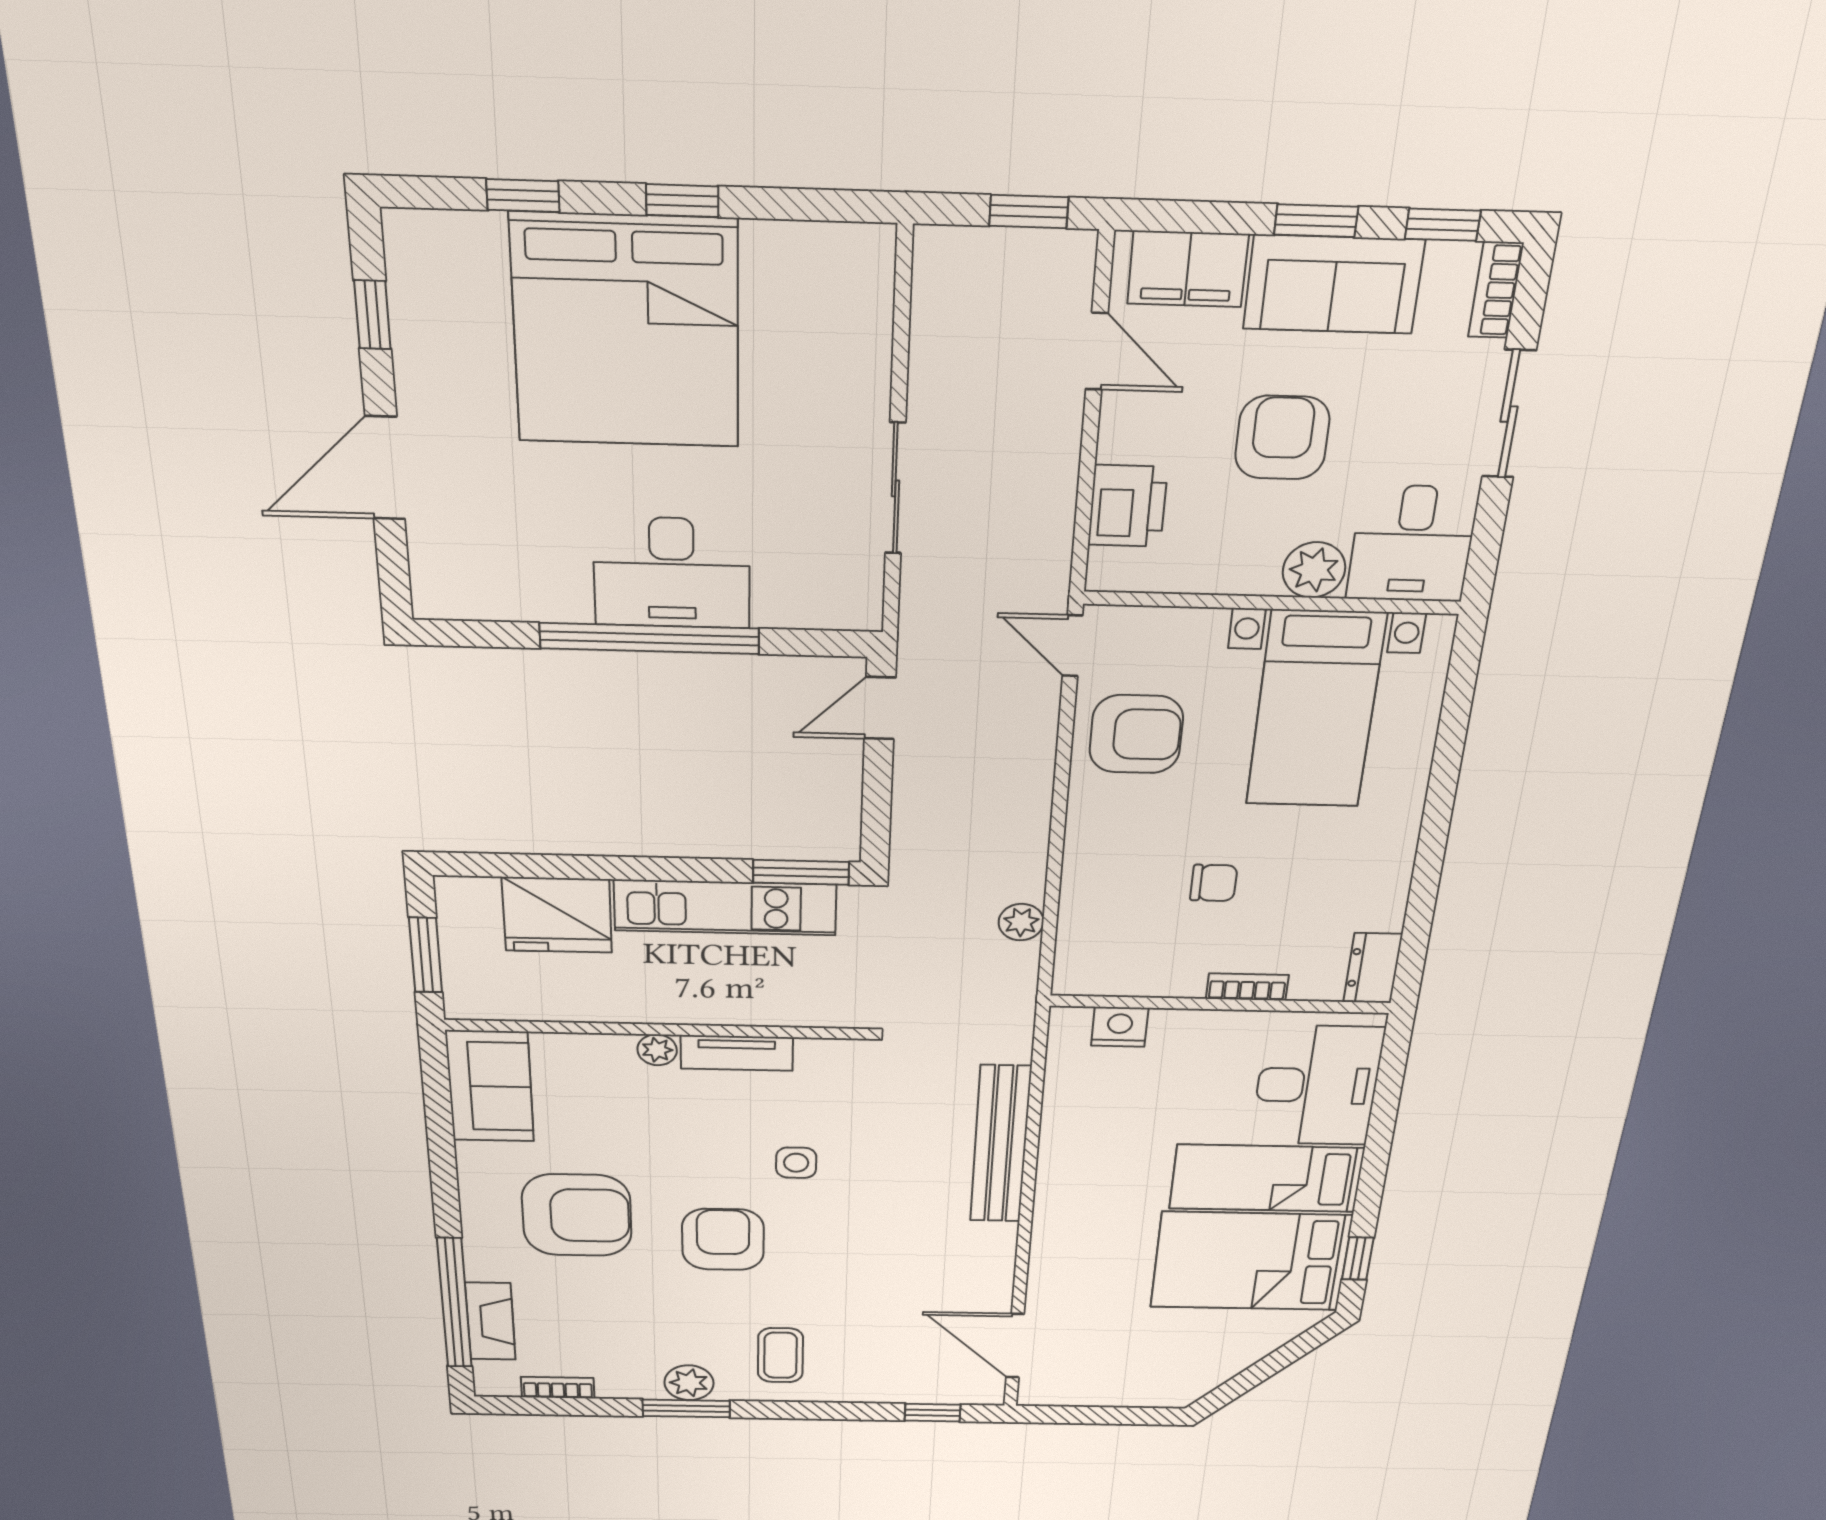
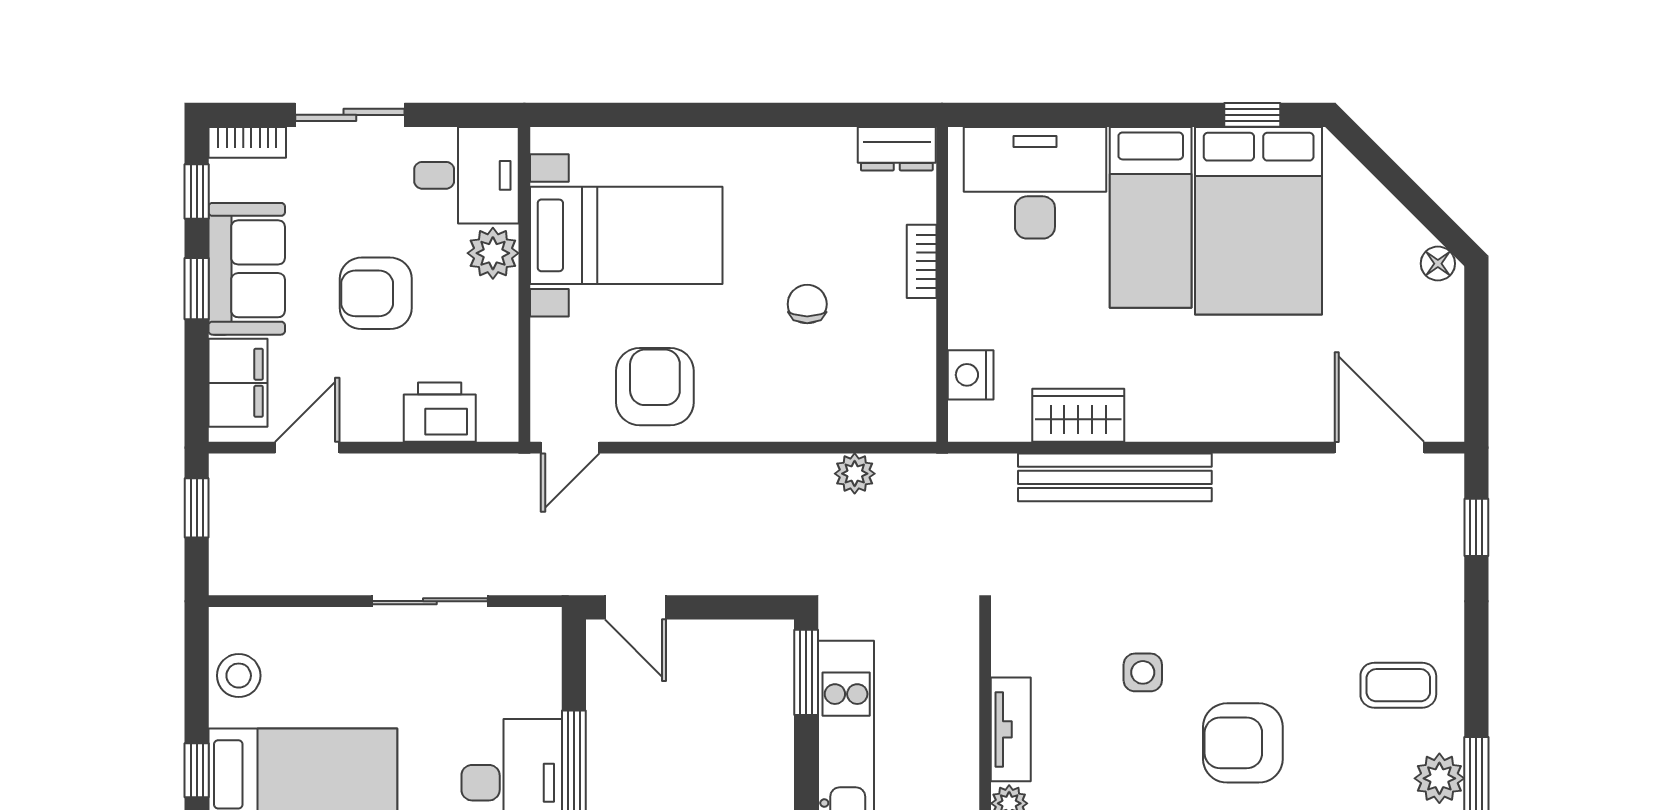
stool: (807, 258) -> (239, 676), added
wardrobe: (1068, 1116) -> (1078, 415), added
door: (1015, 1346) -> (1379, 448), swing flipped
floor lamp: (1190, 1390) -> (1438, 264), added

